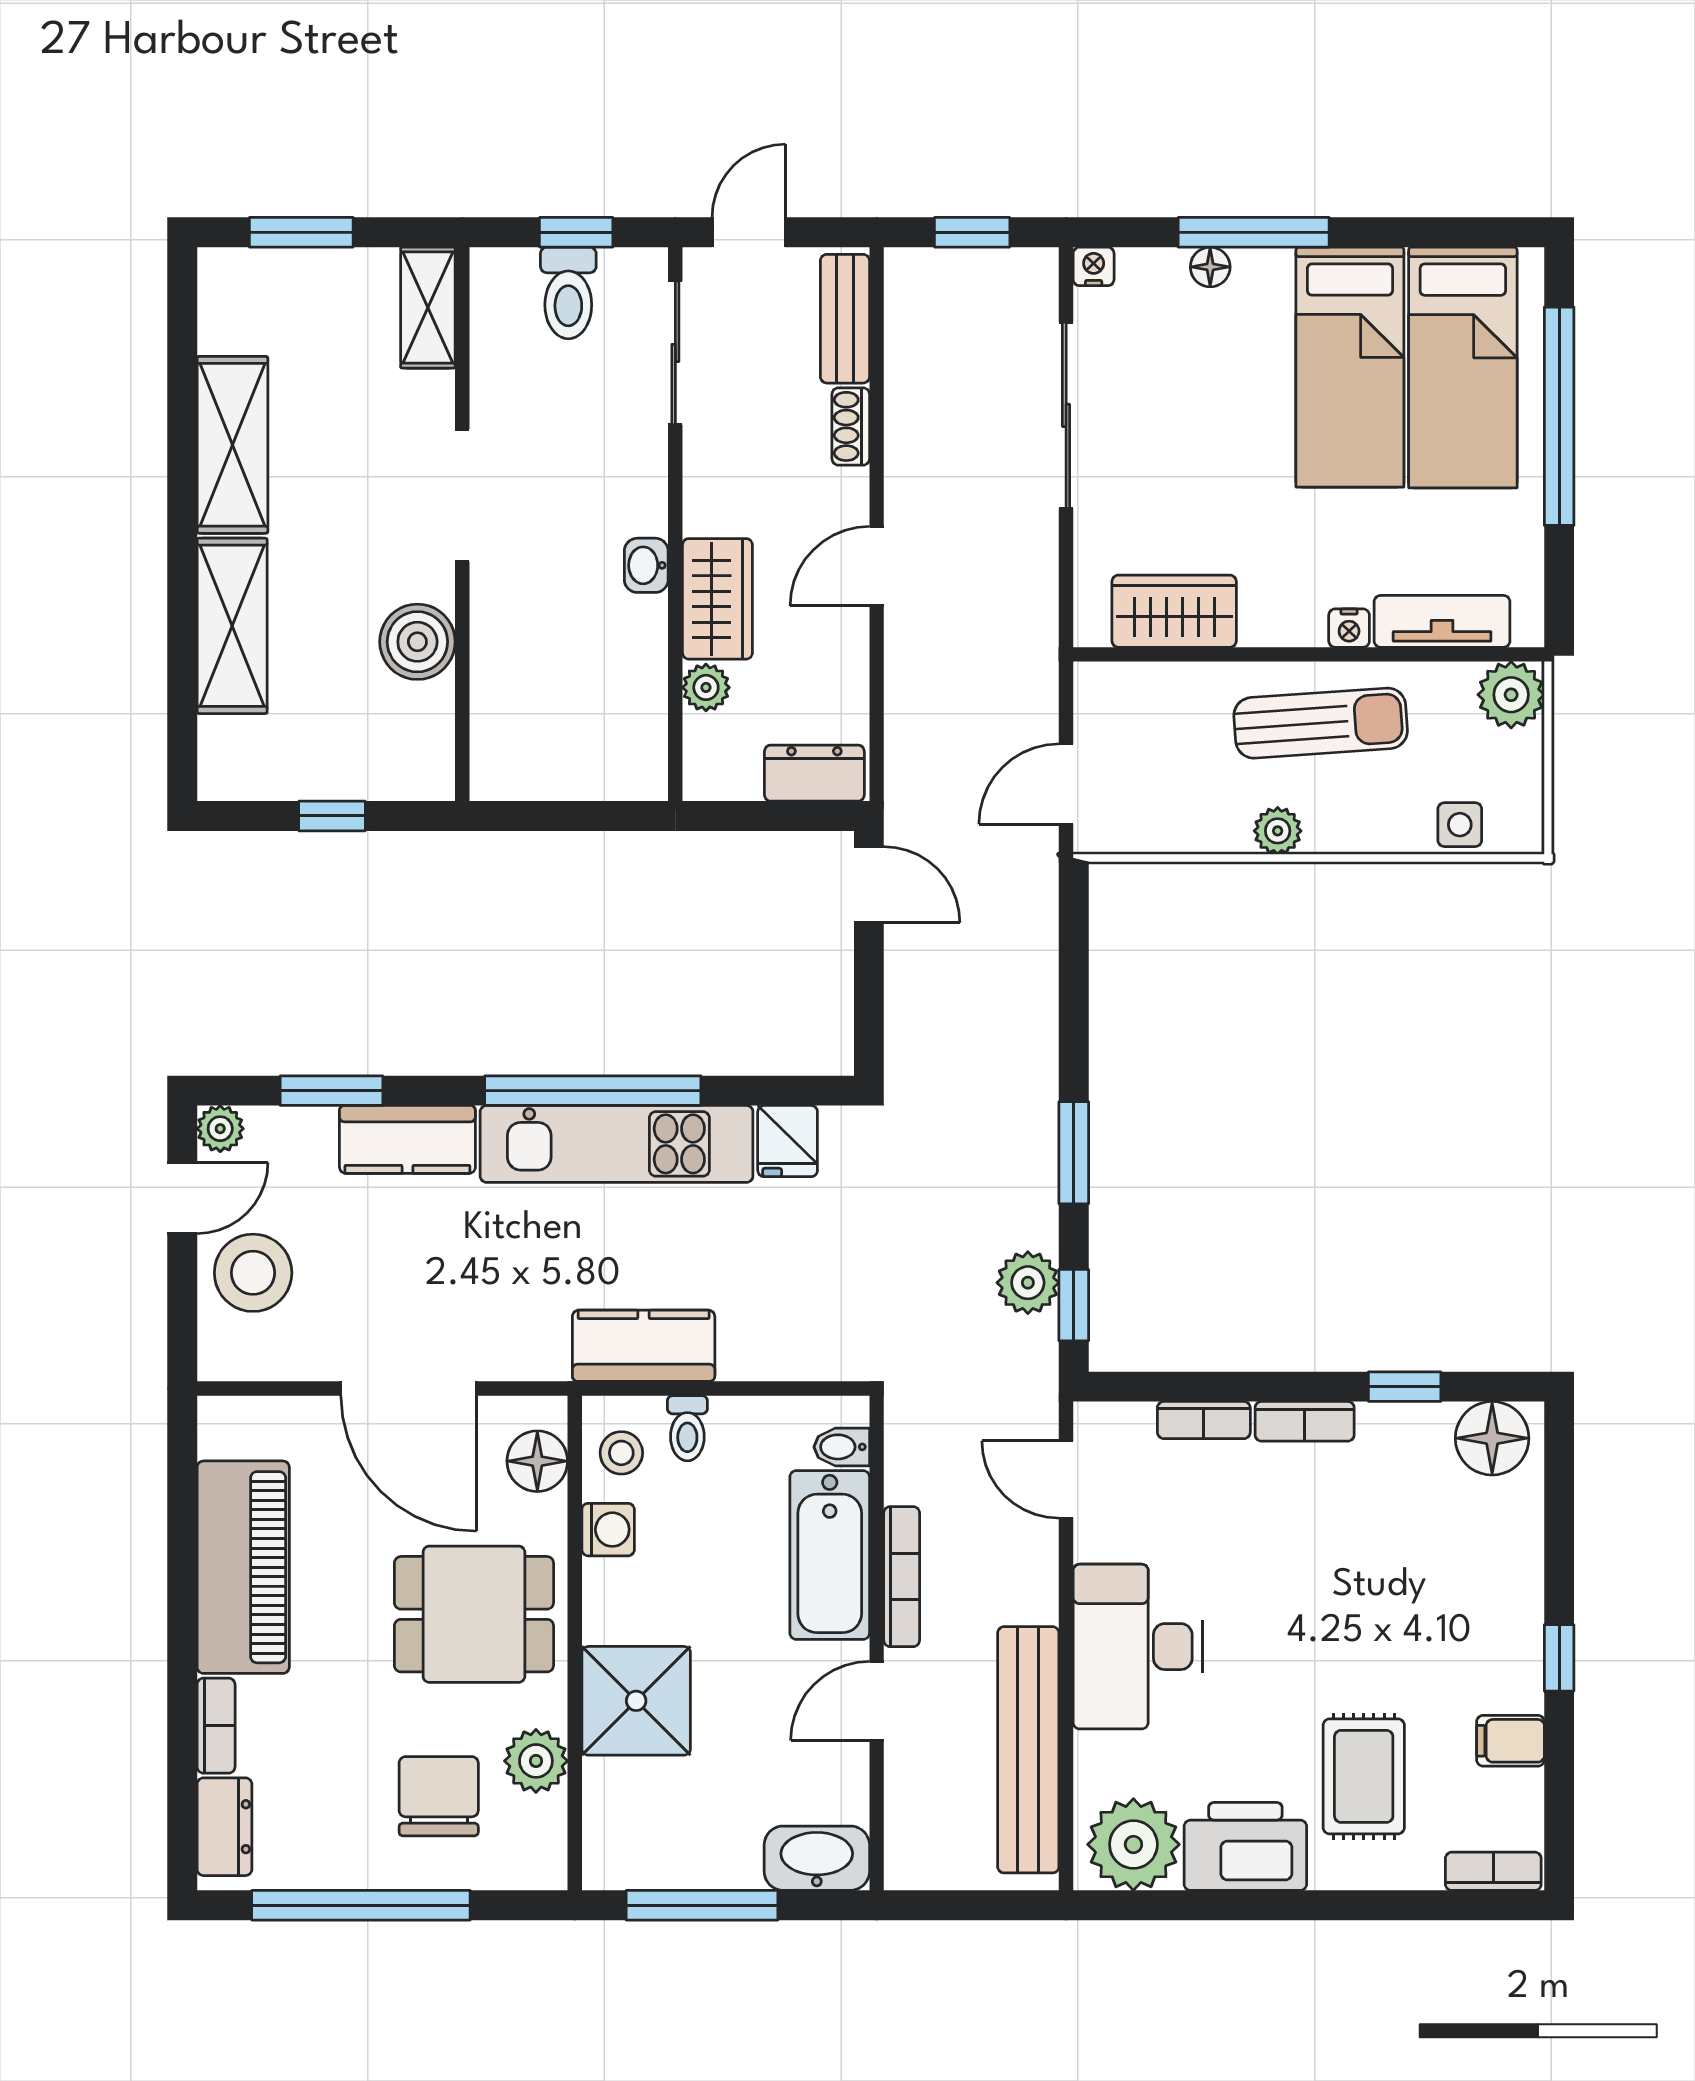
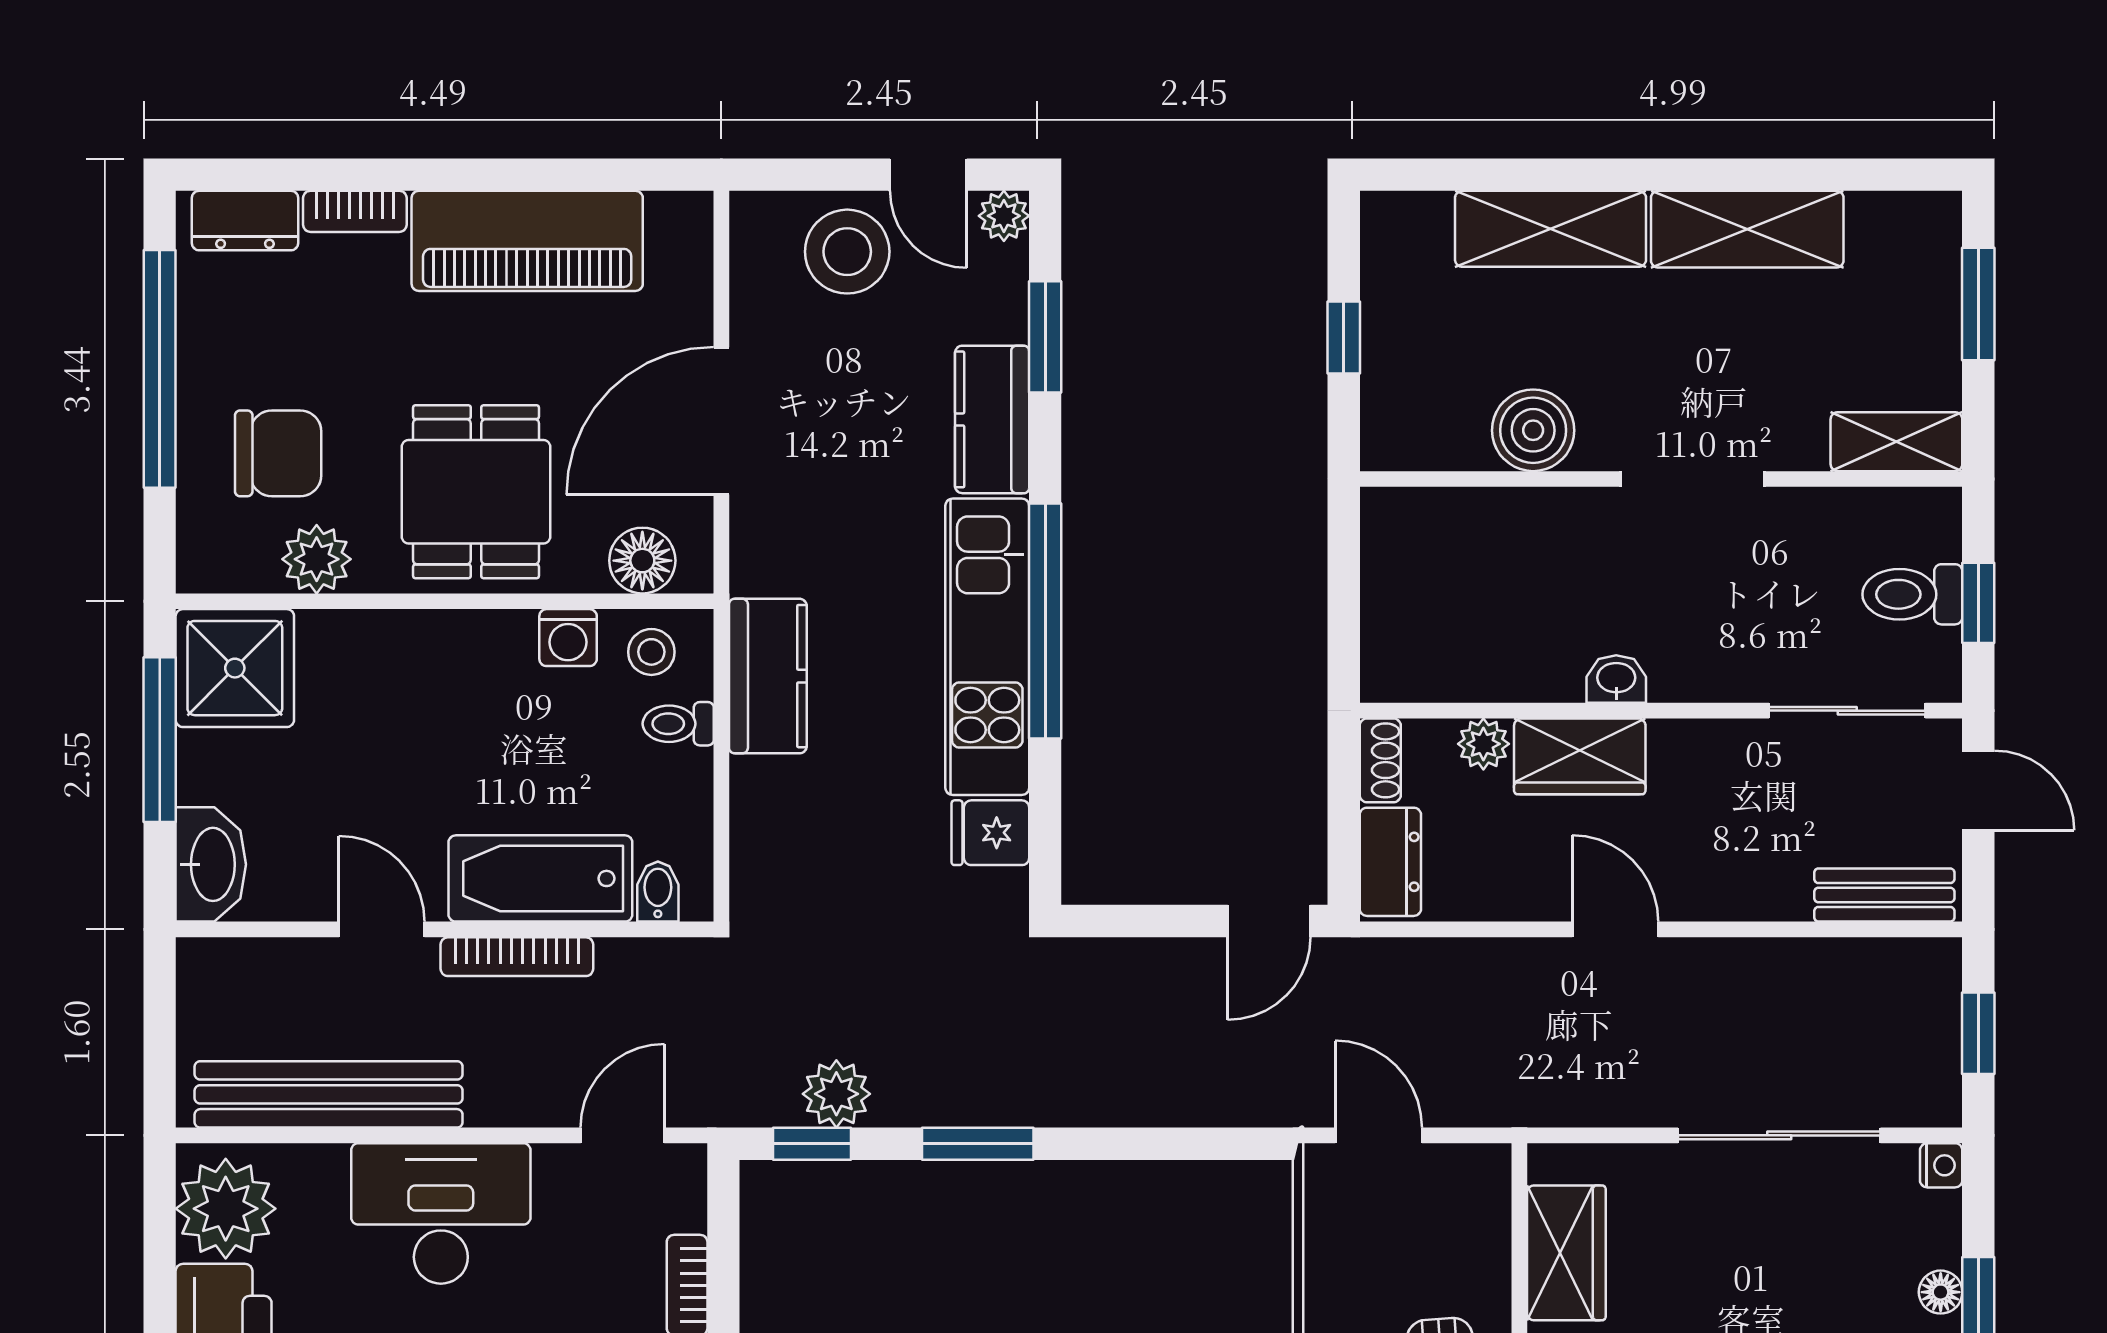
shoe rack: (851, 426) -> (1380, 760), moved, turned 90
shower: (636, 1701) -> (235, 668), moved

